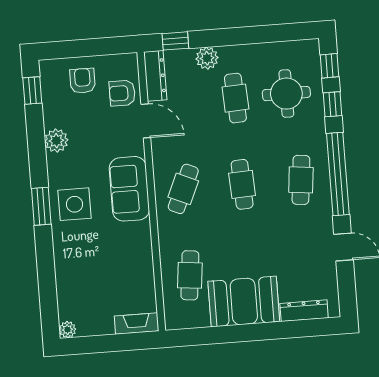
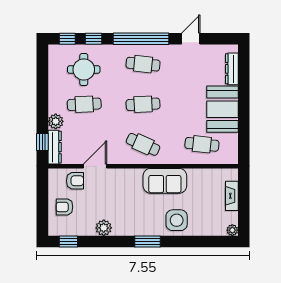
dresser: (155, 76) -> (55, 147), moved, turned 90
armchair: (122, 93) -> (75, 181), turned -90
sofa: (129, 189) -> (165, 181), moved
side table: (75, 204) -> (177, 220), moved
fireplace: (137, 323) -> (232, 196), moved

